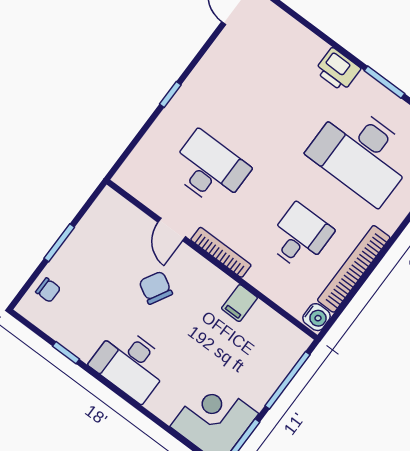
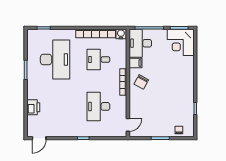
printer: (338, 70) -> (33, 107), moved
door: (172, 230) -> (128, 125), moved
chair: (156, 288) -> (141, 82), moved
desk: (130, 364) -> (140, 43), moved, turned 180

